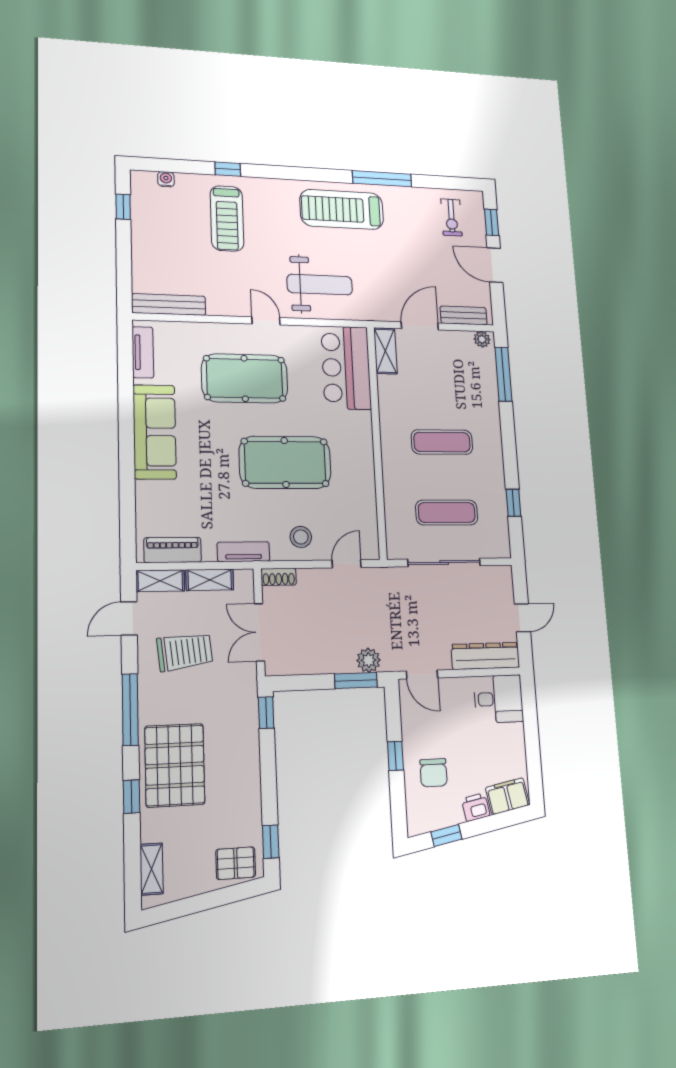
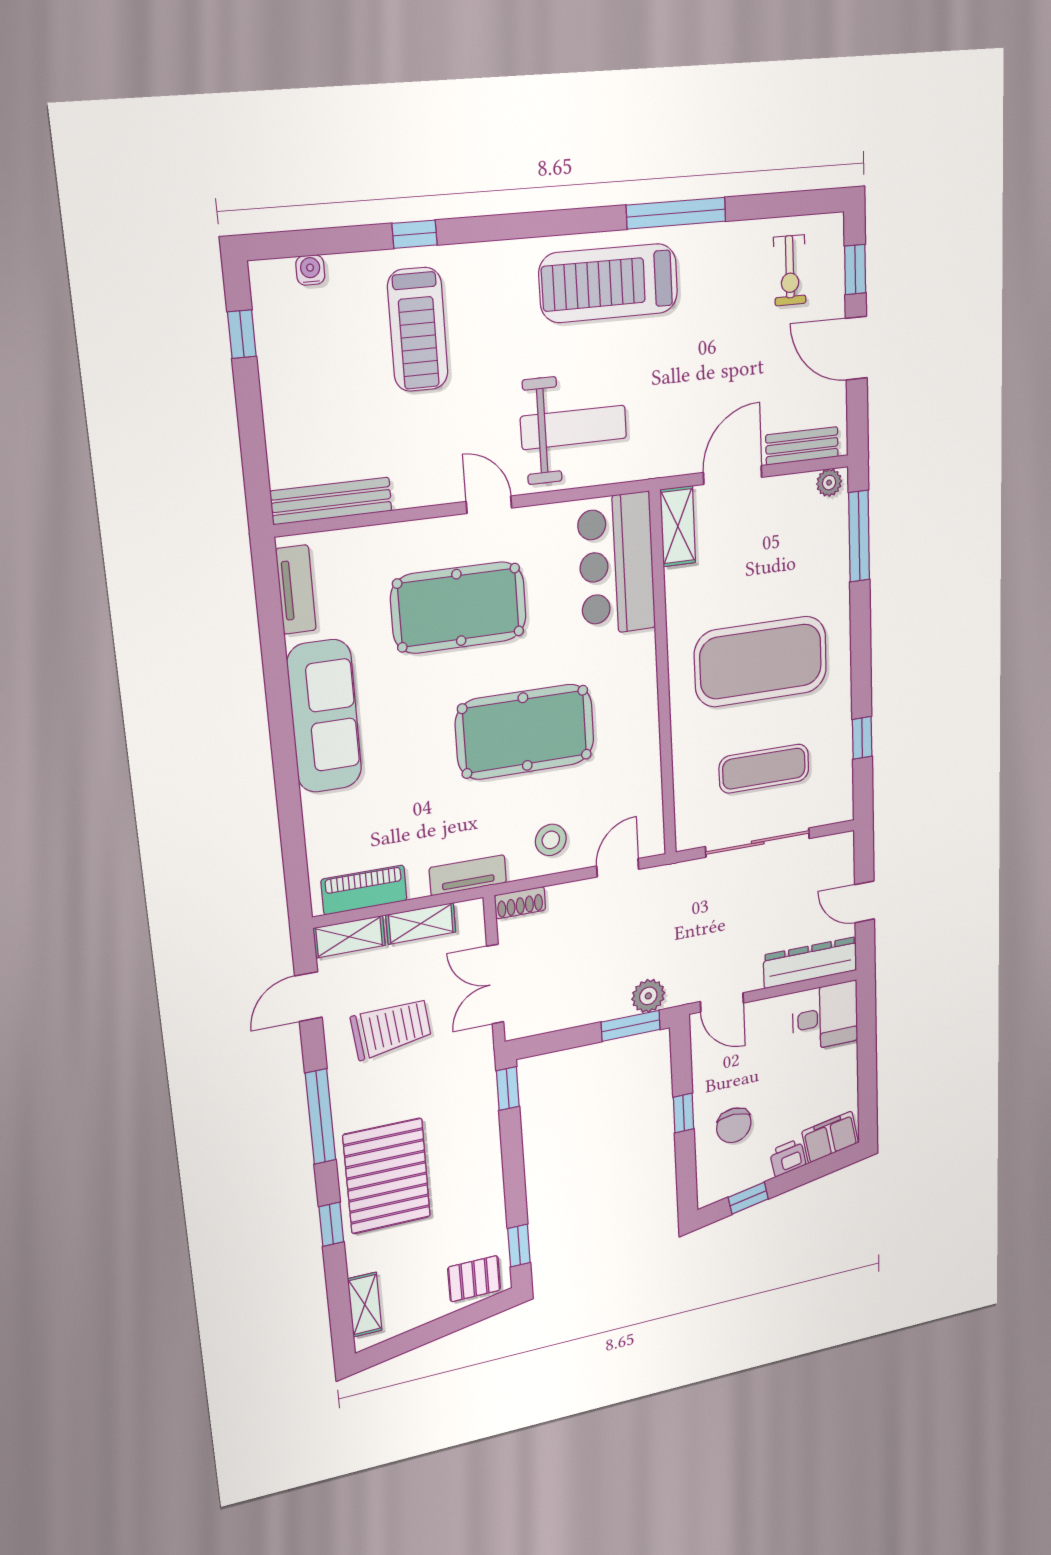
exercise mat: (442, 442) -> (761, 662), width x2.00, depth x1.45
door: (522, 618) -> (865, 902), swing flipped

